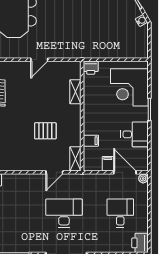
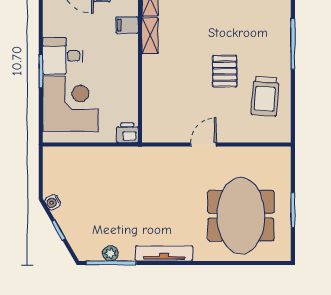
shelving: (75, 92) -> (150, 36), moved
pallet: (45, 131) -> (225, 71), moved, turned 90
desk: (135, 134) -> (63, 56), moved

